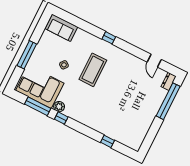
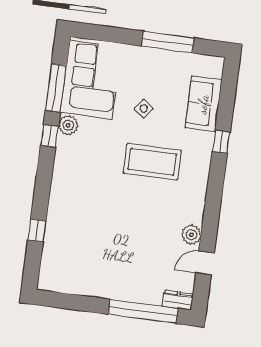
sofa: (61, 28) -> (203, 104), moved
window: (109, 38) -> (221, 142), moved
window: (27, 55) -> (168, 42), moved
plant: (137, 63) -> (191, 235), added

